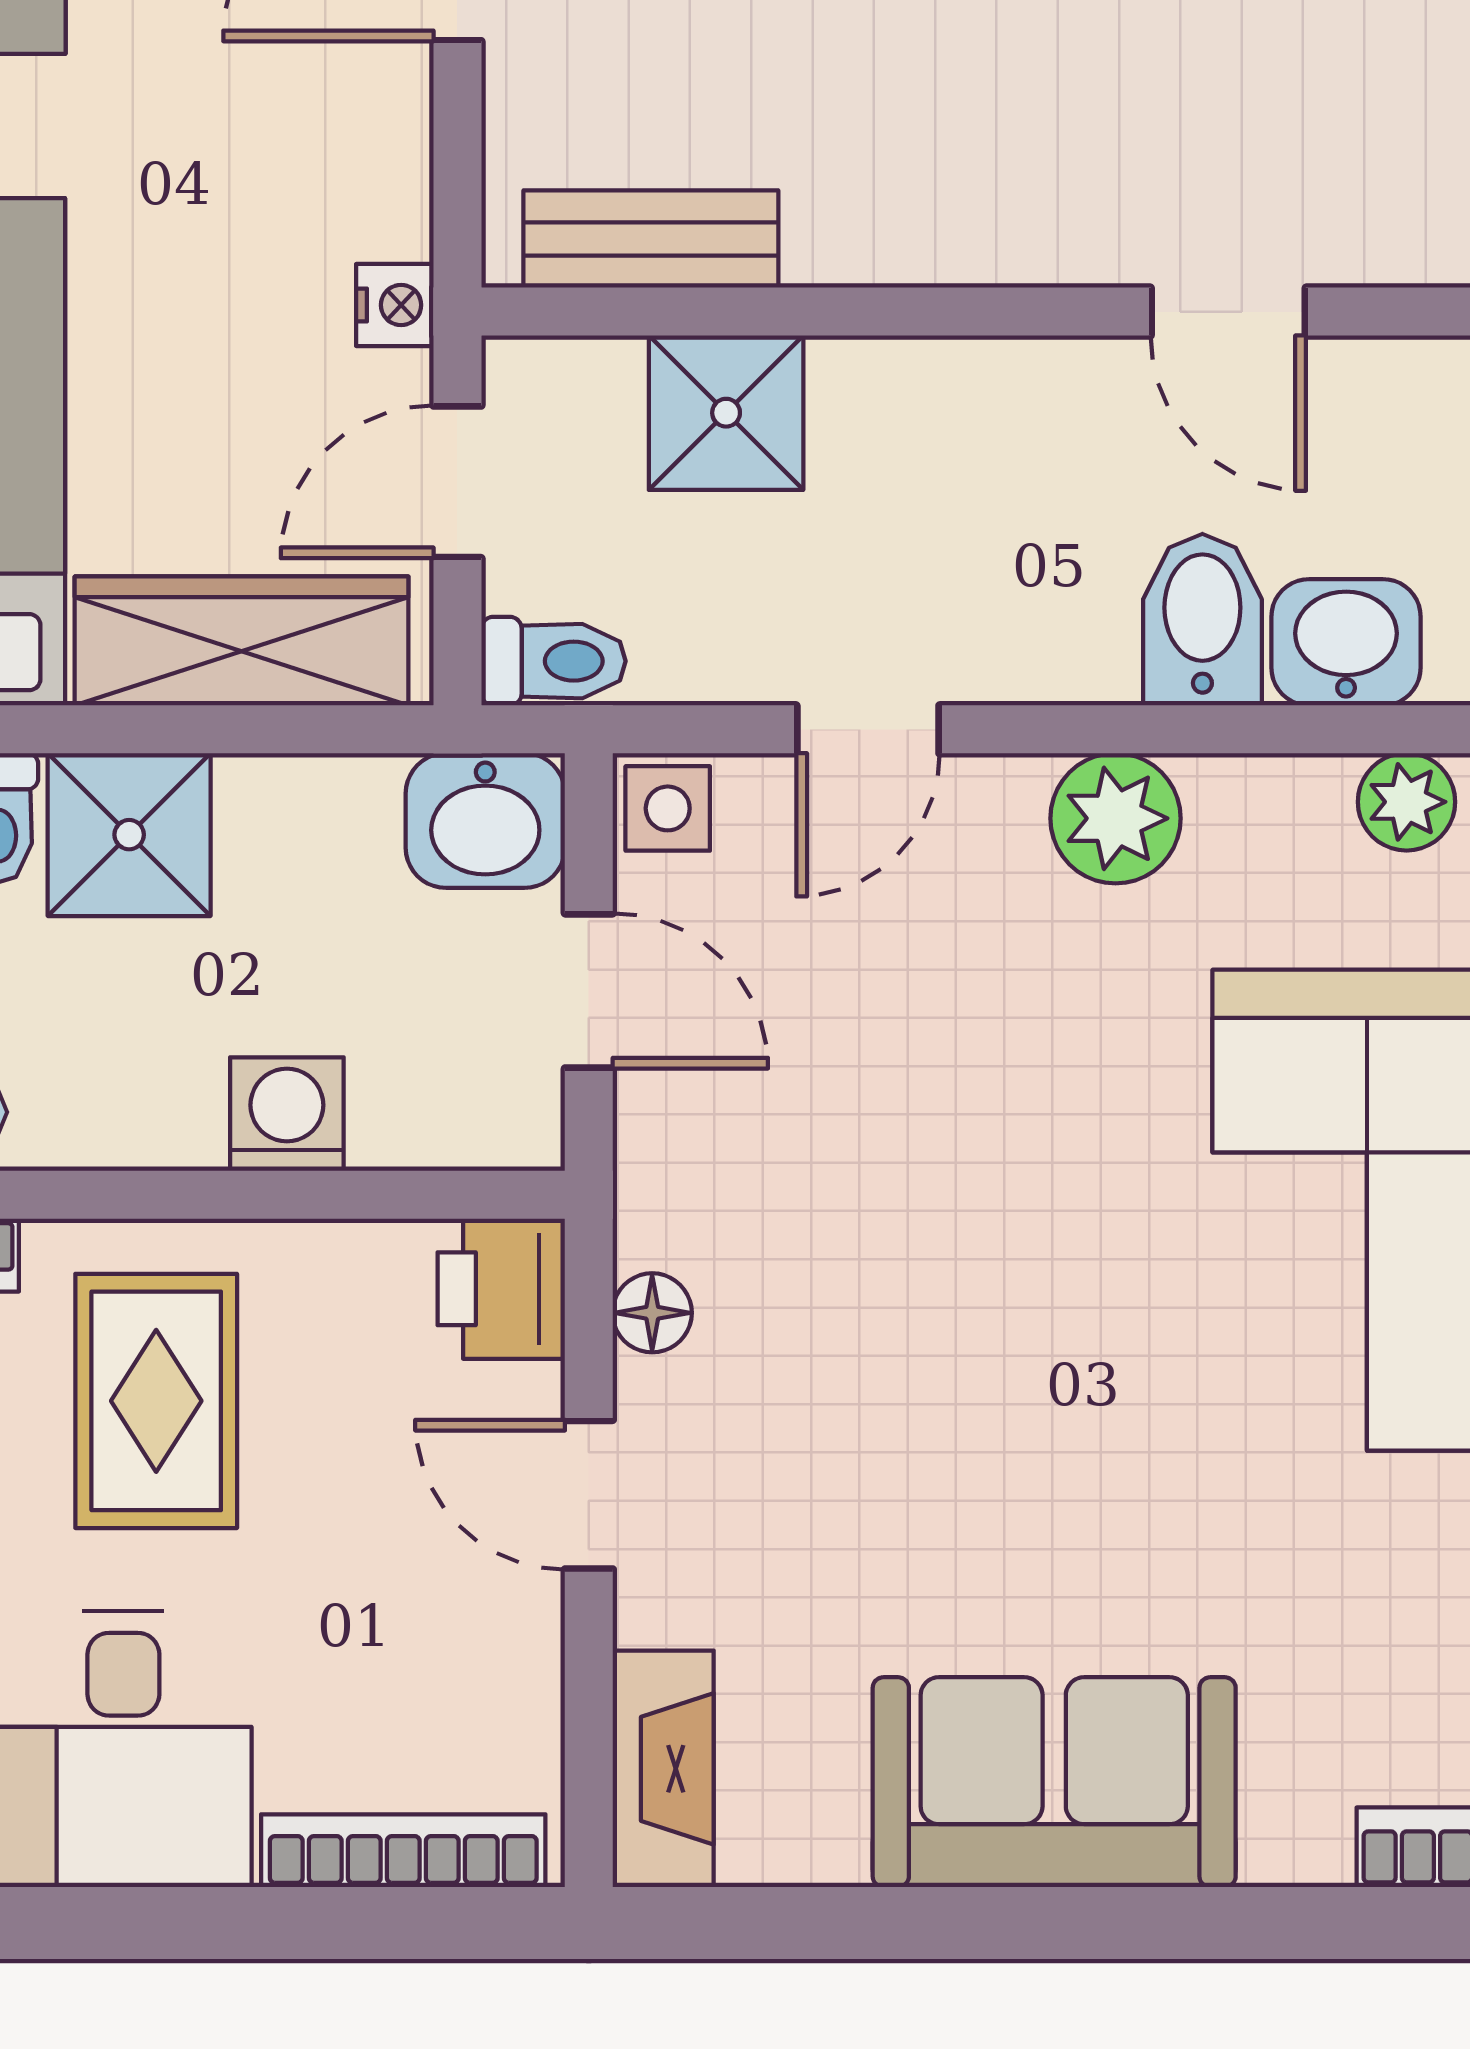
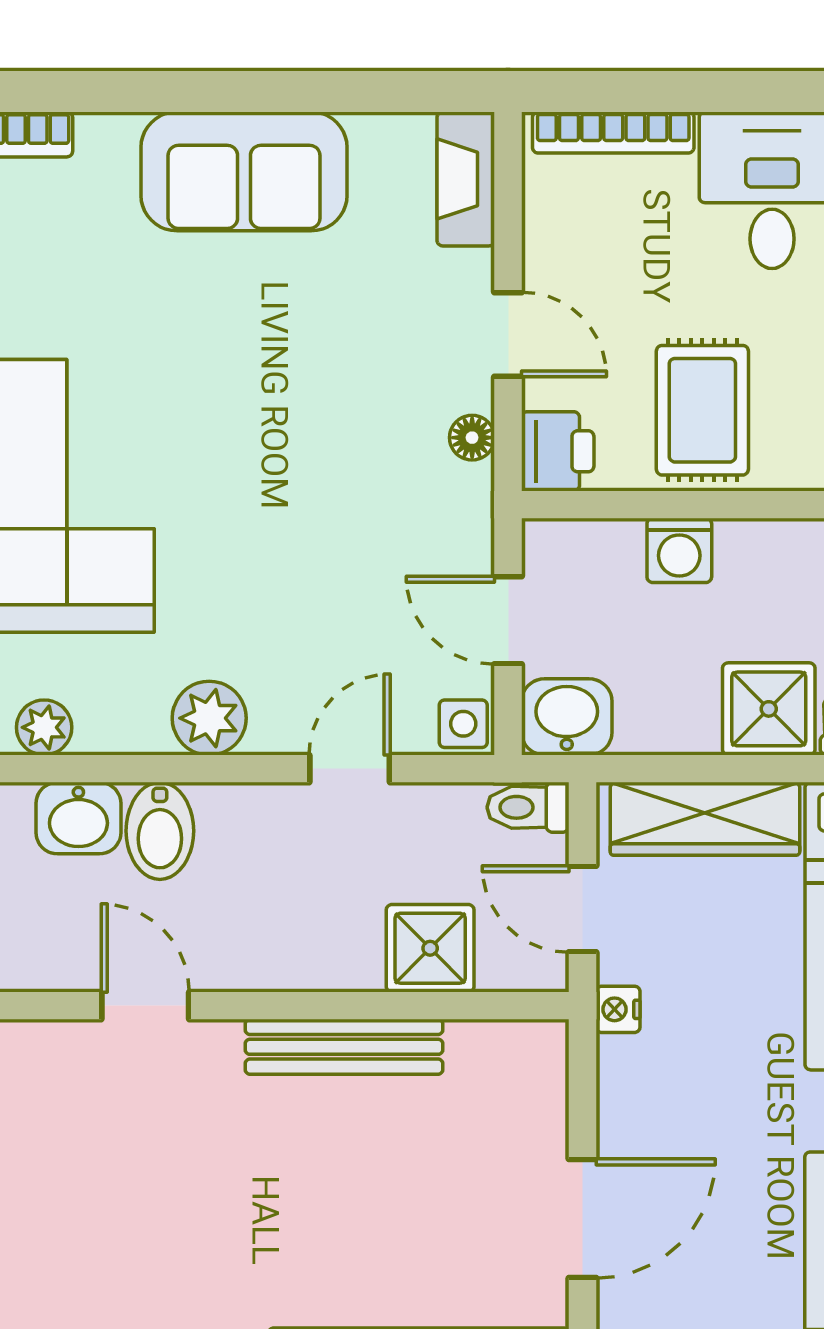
bench: (651, 239) -> (344, 1047), moved, width x1.36
door: (457, 482) -> (582, 909), swing flipped
rug: (156, 1401) -> (702, 410), moved

